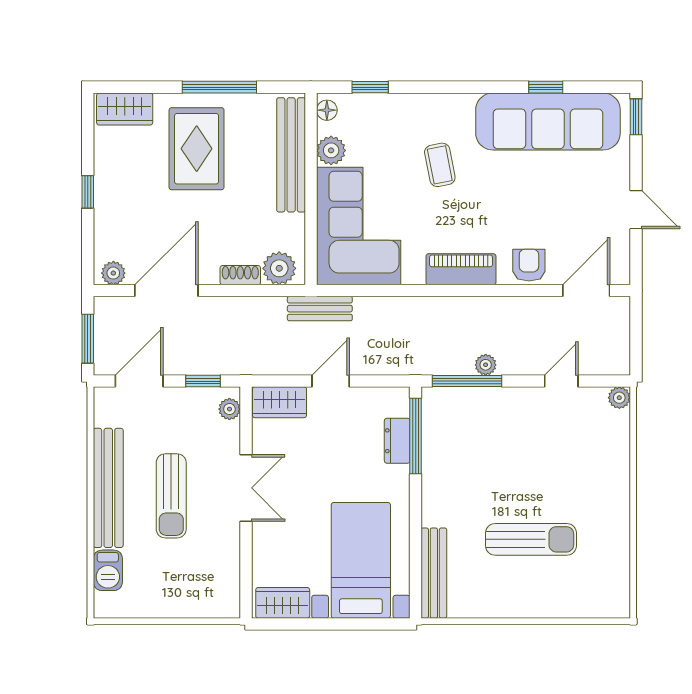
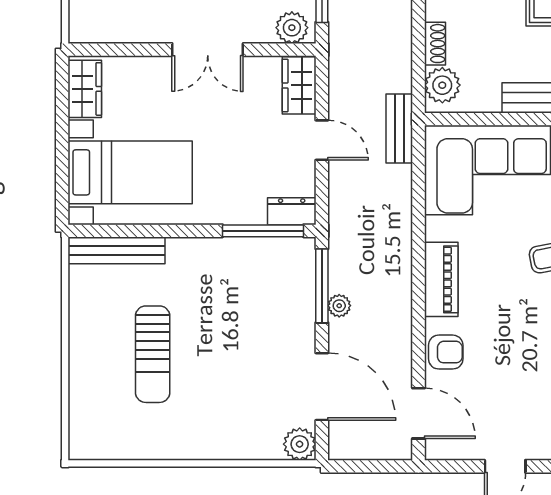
door: (561, 381) -> (322, 387), width x1.88
plant: (619, 398) -> (300, 444), width x1.38, depth x1.38
plant: (229, 409) -> (292, 28), width x1.38, depth x1.38
dresser: (397, 441) -> (292, 211), moved

